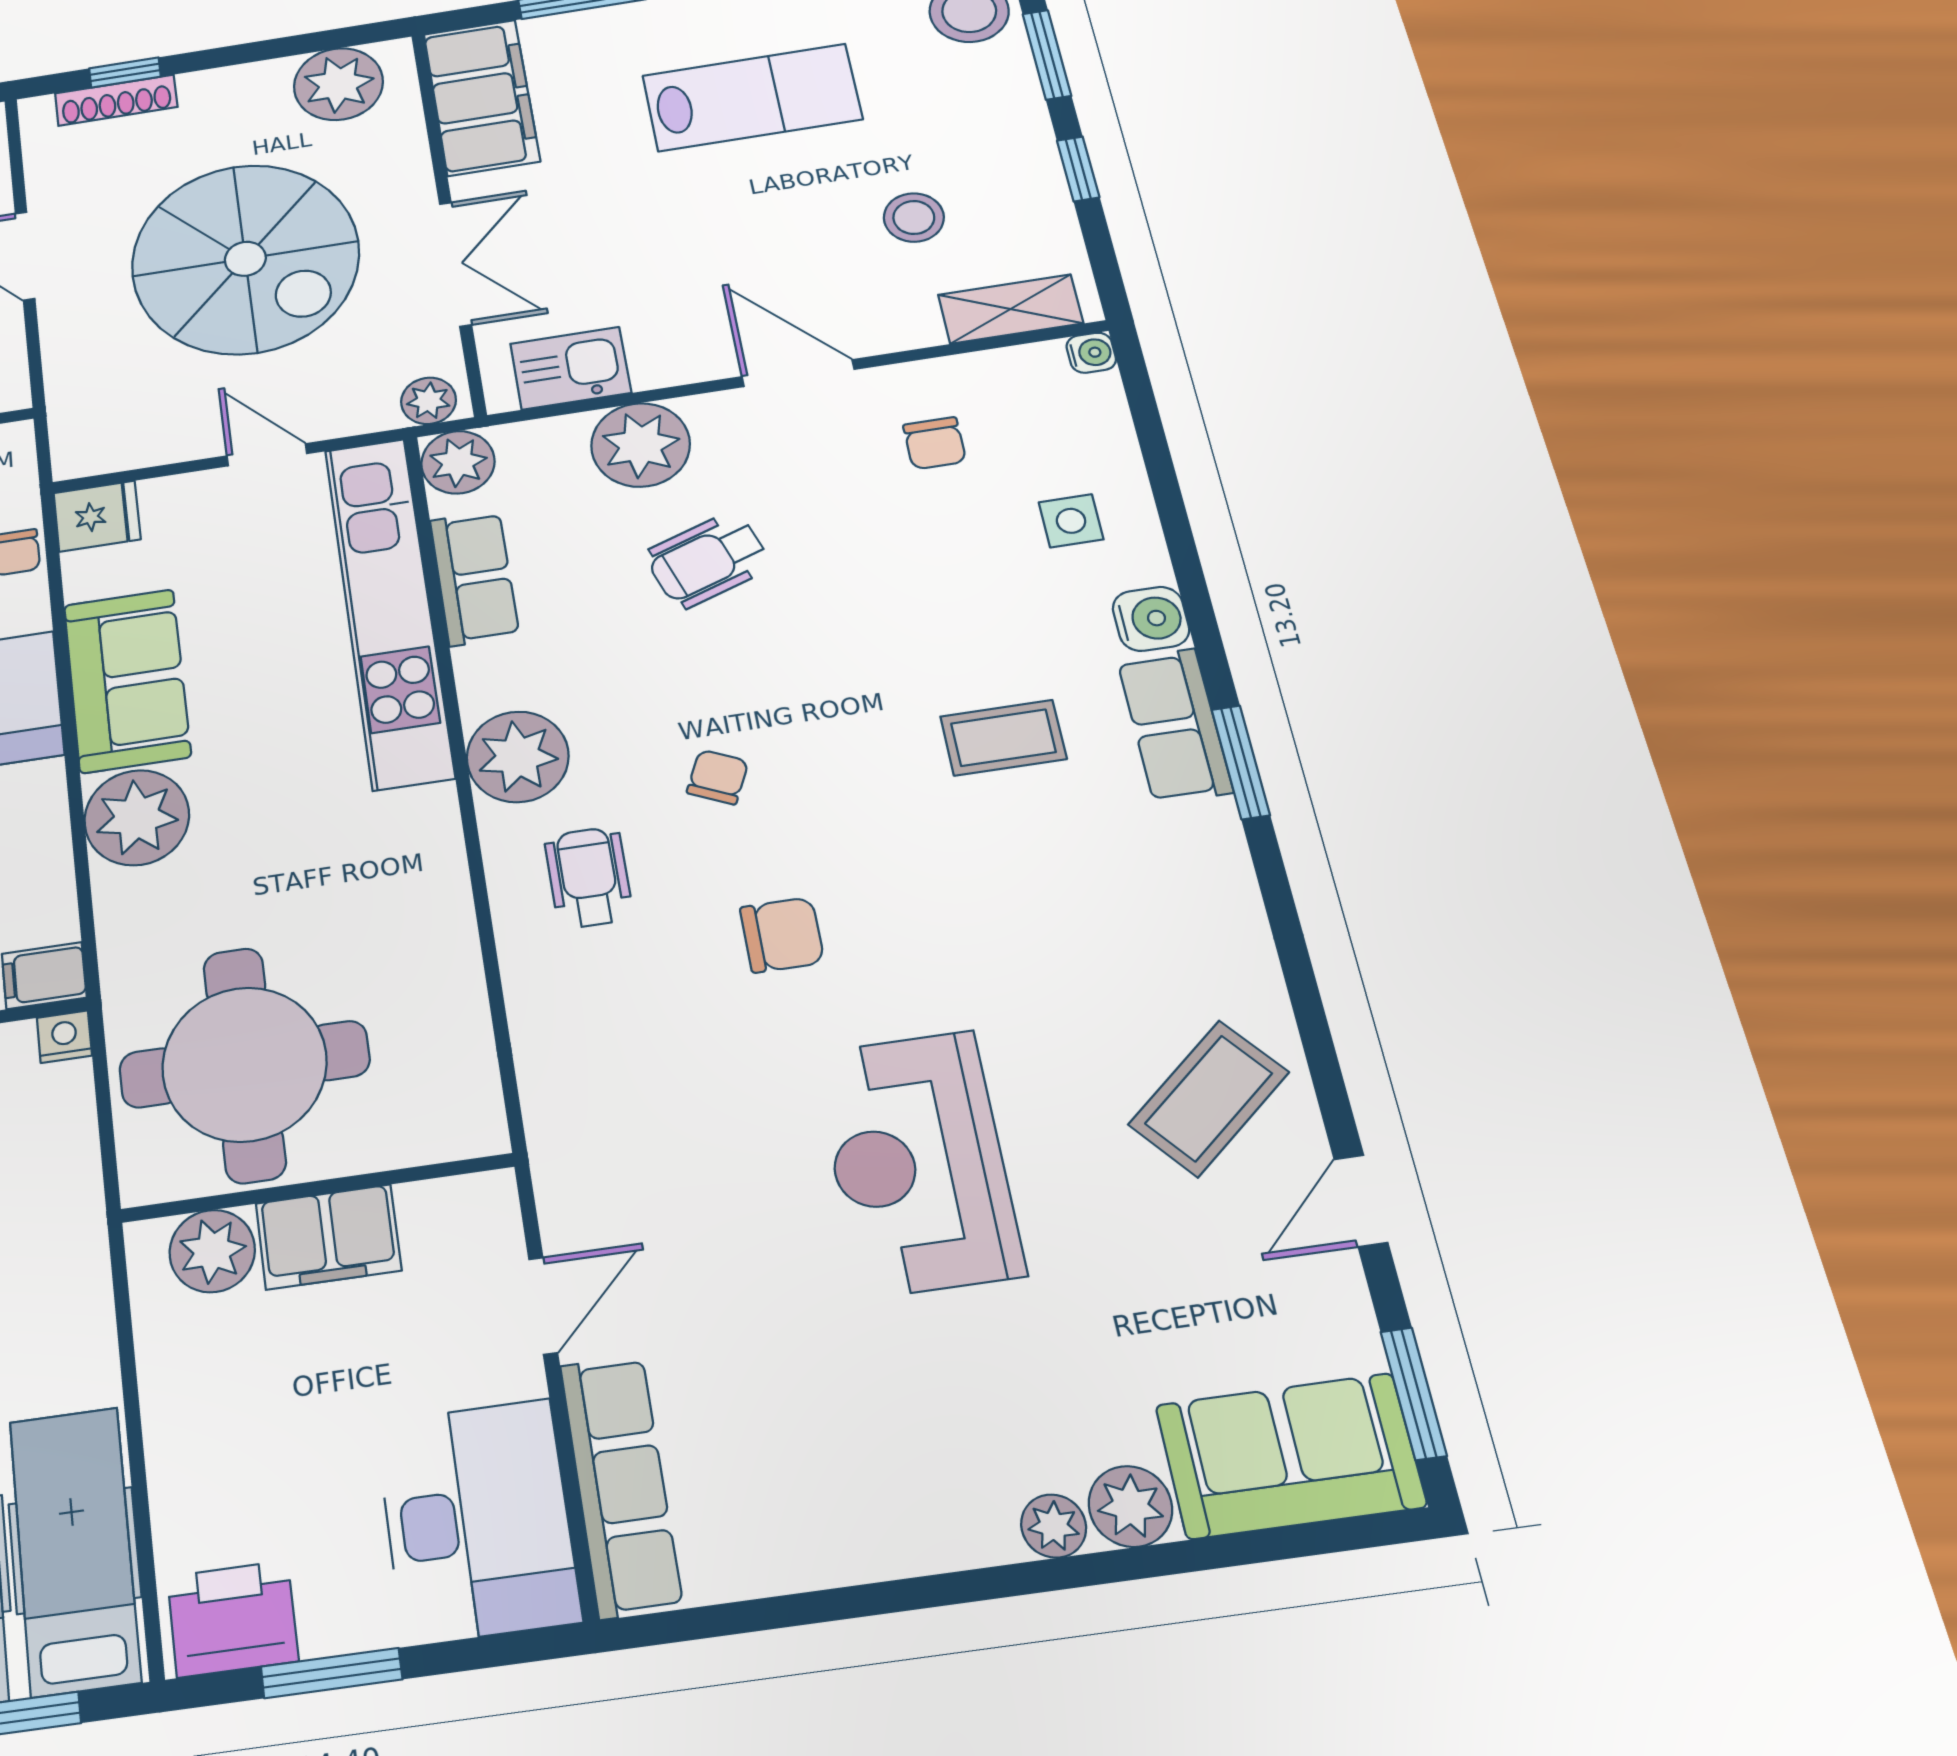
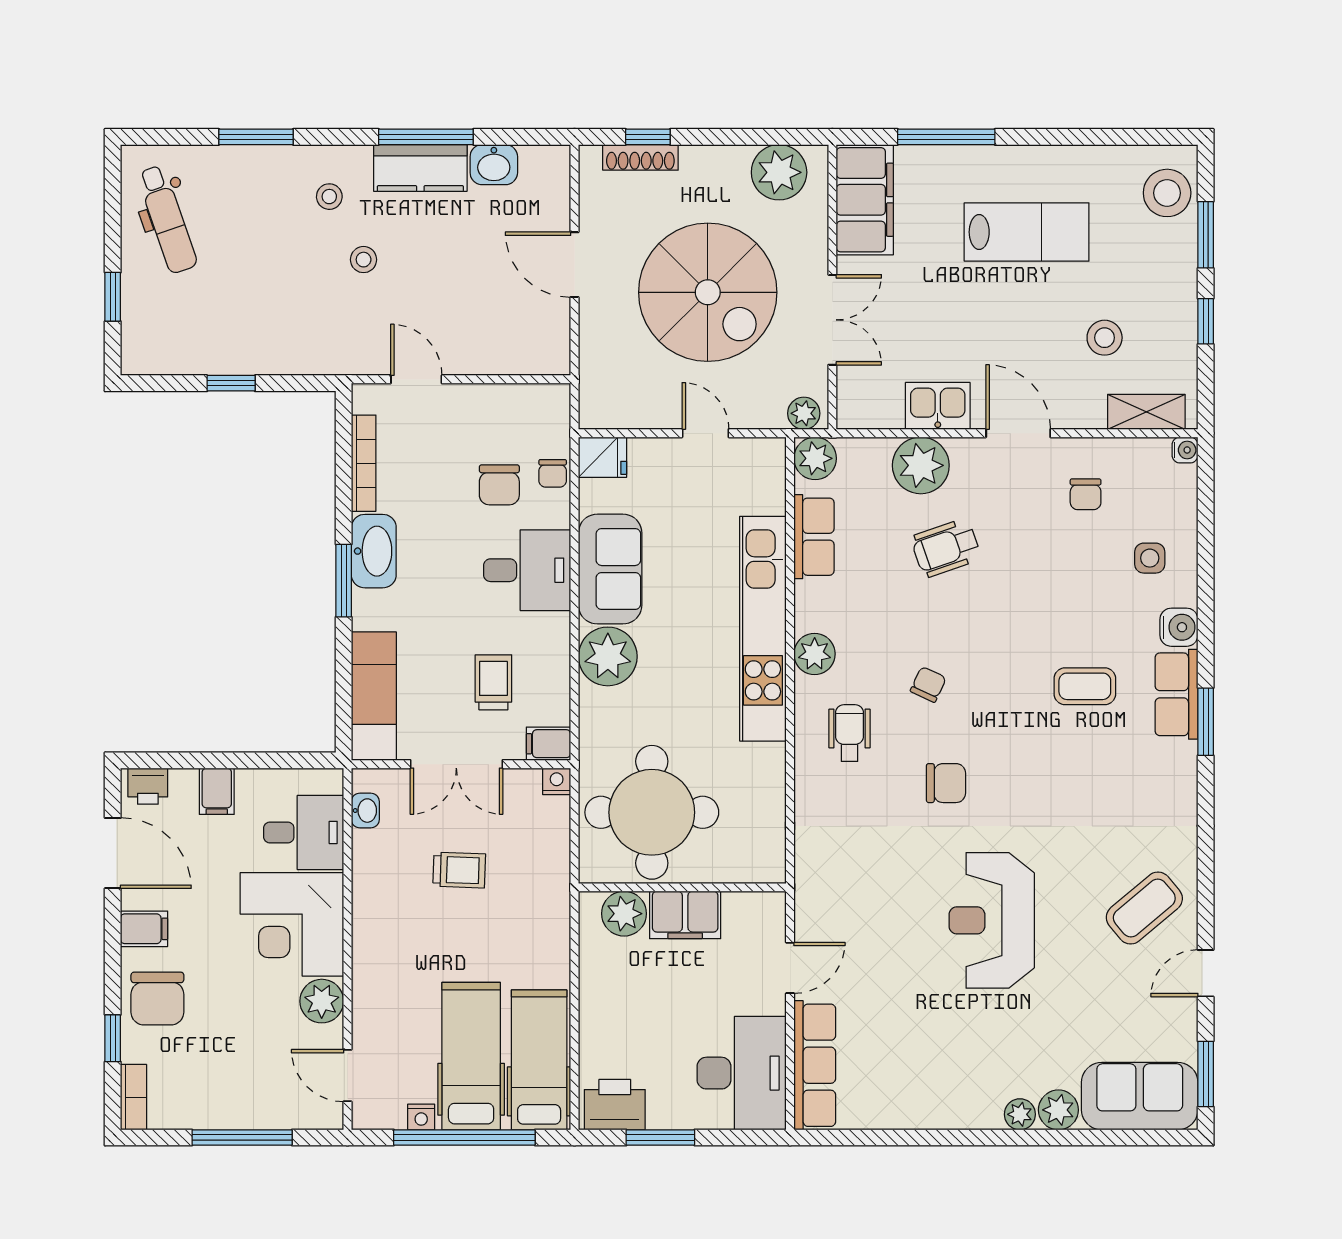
kitchen sink: (571, 368) -> (938, 406), moved
kitchen unit: (389, 611) -> (763, 629), moved
plant: (518, 757) -> (815, 654), width x0.73, depth x0.73

